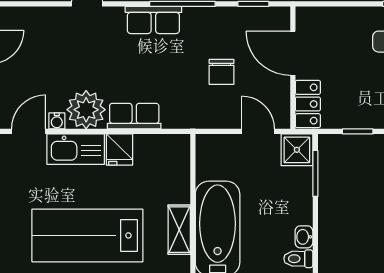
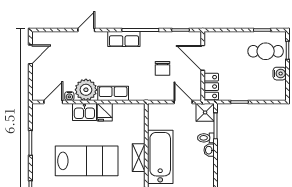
kitchen sink: (76, 149) -> (84, 112), width x0.73
lab bench: (87, 235) -> (87, 161), turned 180
washbasin: (304, 237) -> (209, 150), moved
toilet: (298, 259) -> (206, 138), moved

